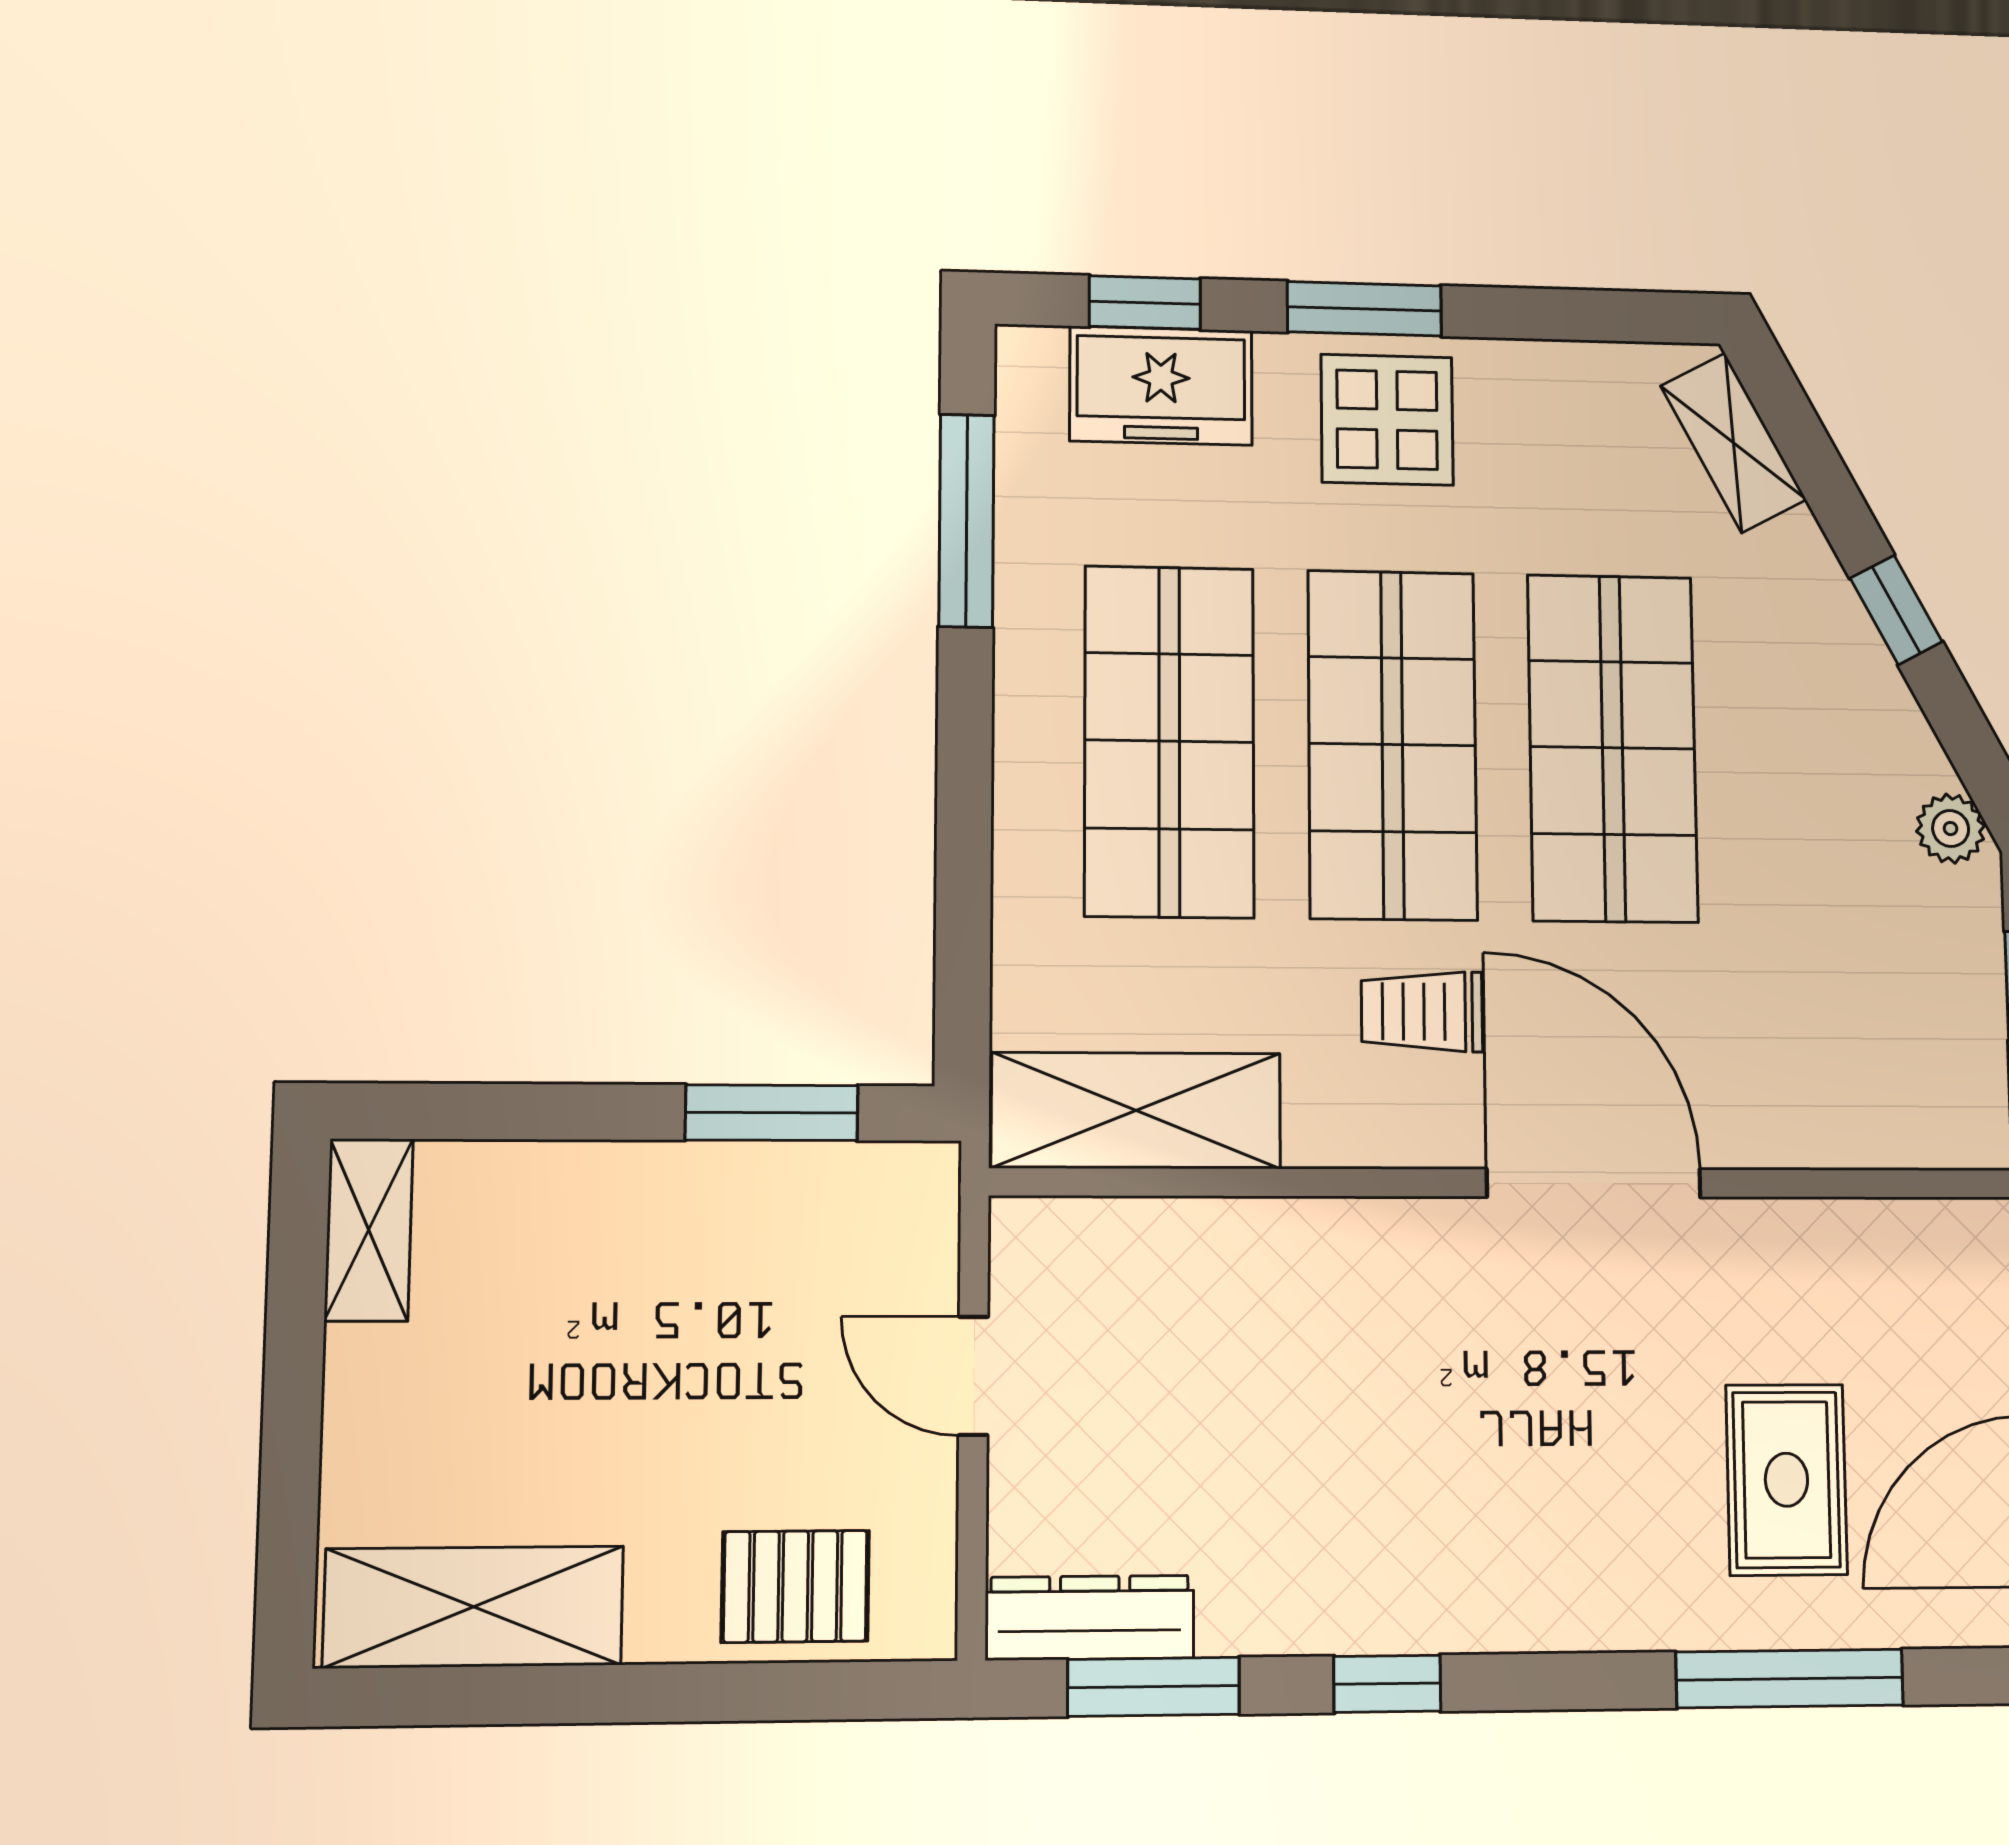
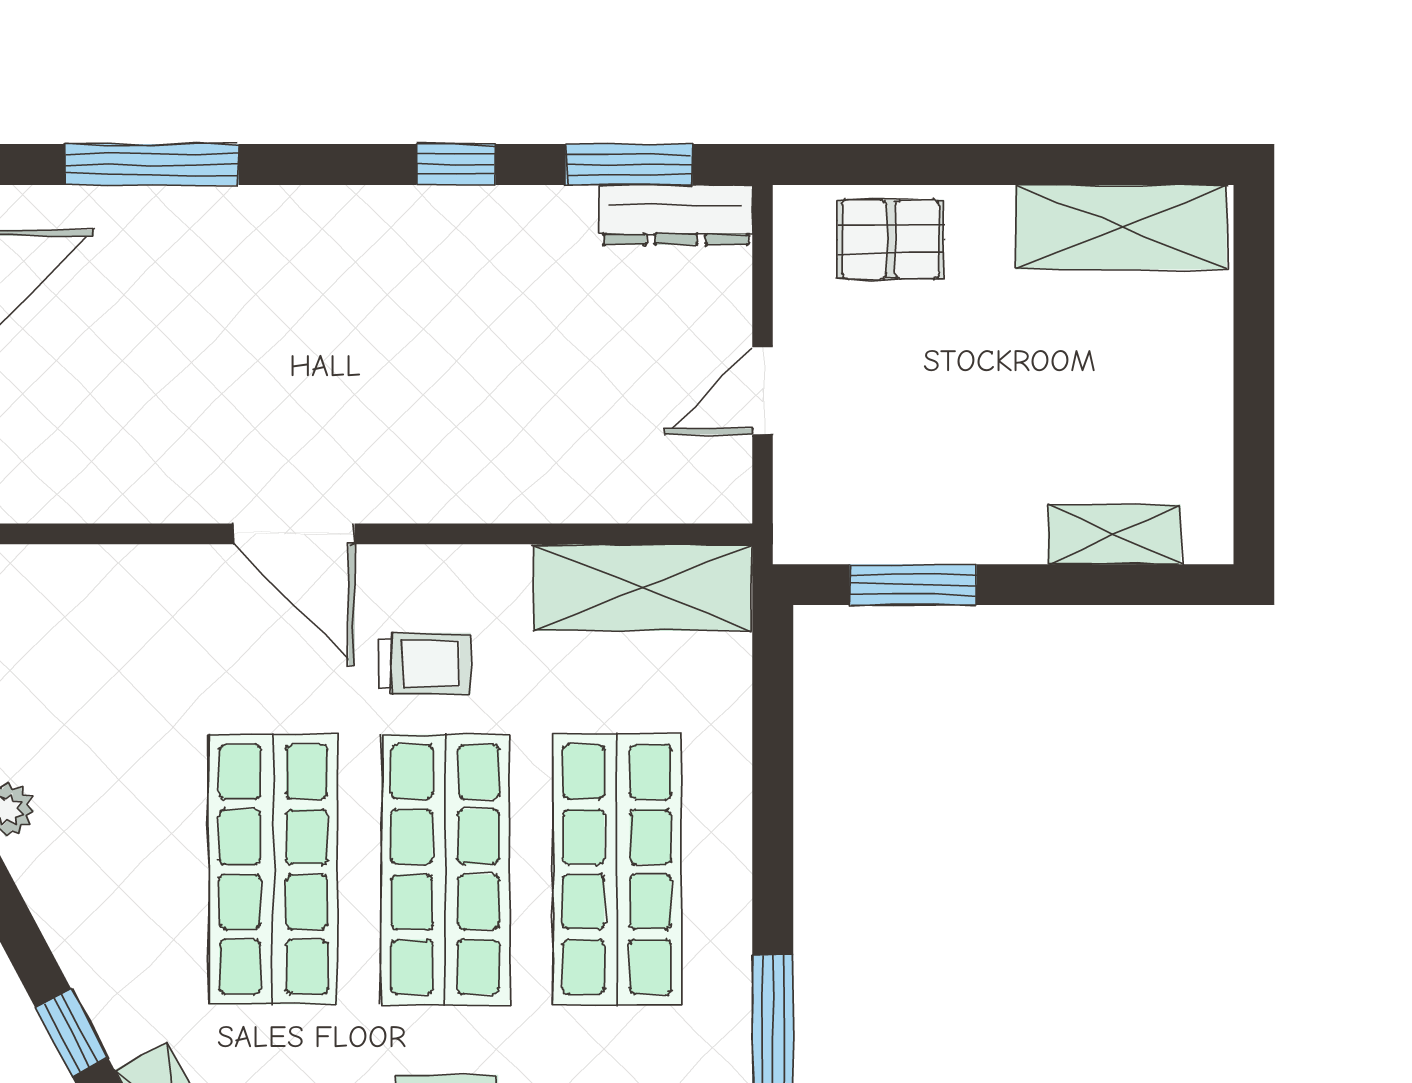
window: (1896, 610) -> (72, 1033), moved
door: (1594, 1183) -> (294, 534), width x0.73
shelving: (369, 1230) -> (1114, 534), moved, turned 90
door: (973, 1376) -> (763, 391), swing flipped
rug: (1786, 1480) -> (150, 311), removed

